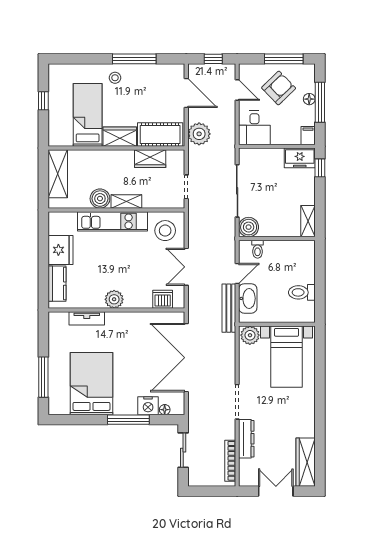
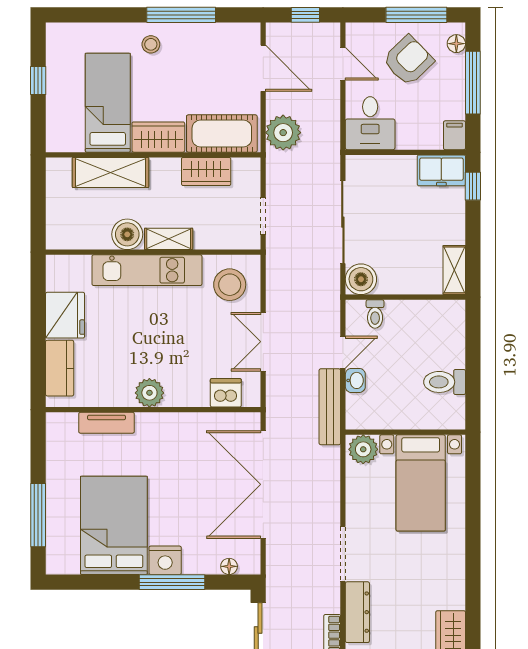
floor lamp: (309, 99) -> (456, 44), moved
shelving: (58, 174) -> (111, 172), moved, turned 90
washbasin: (248, 298) -> (355, 380), width x0.52, depth x0.69
nightstand: (148, 406) -> (165, 560), moved

